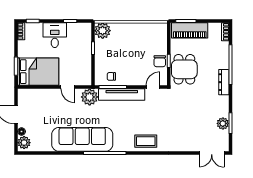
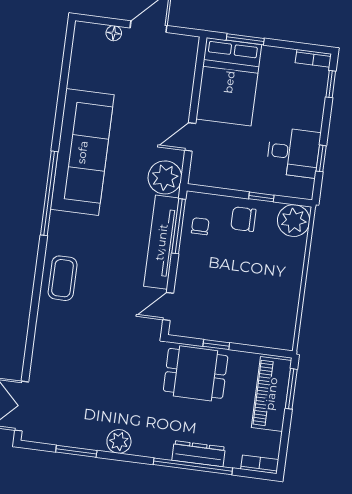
desk: (55, 35) -> (293, 152), moved
chair: (160, 61) -> (243, 219), moved
dresser: (224, 82) -> (199, 454), moved
door: (153, 87) -> (168, 306), swing flipped
plant: (223, 123) -> (119, 441), moved
plant: (24, 143) -> (91, 35), removed

